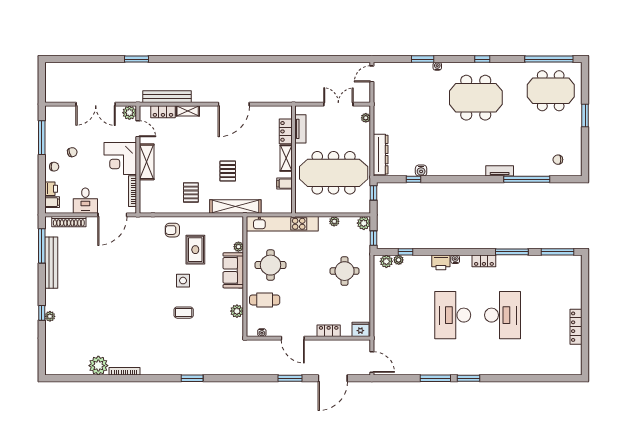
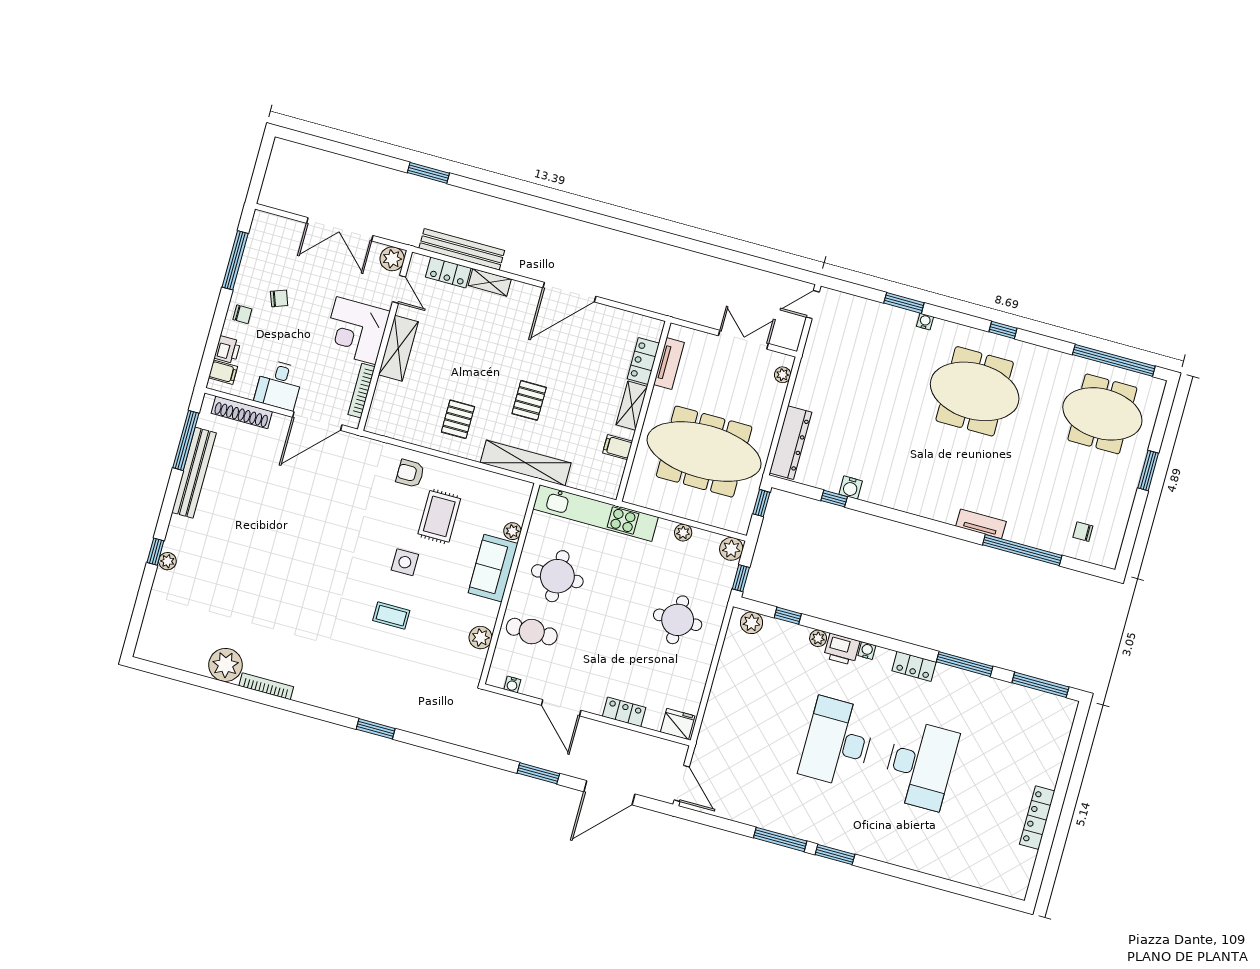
plant: (399, 260) -> (818, 638), moved

